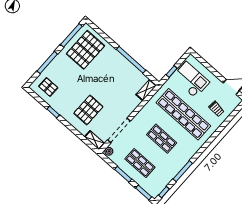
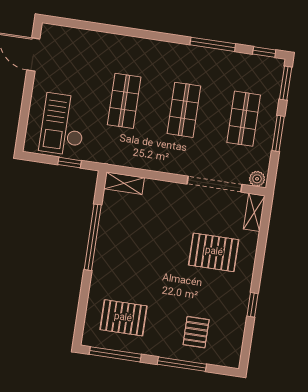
pallet: (85, 50) -> (123, 318), width x0.73, depth x0.71
pallet: (48, 87) -> (196, 332), moved
trolley: (216, 109) -> (82, 55), removed
shop shelf: (183, 114) -> (124, 101), width x0.50, depth x0.74

